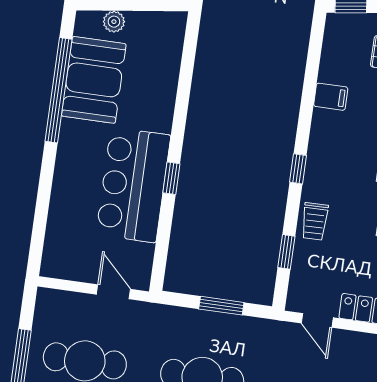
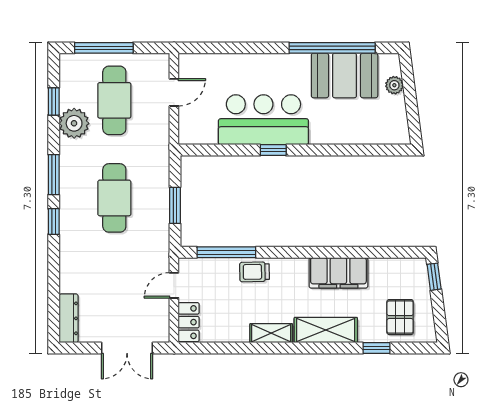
filing cabinet: (331, 97) -> (338, 273), width x3.00, depth x1.17
window: (298, 169) -> (295, 252), removed
window: (286, 252) -> (226, 252), width x2.17
door: (113, 292) -> (174, 92), moved

